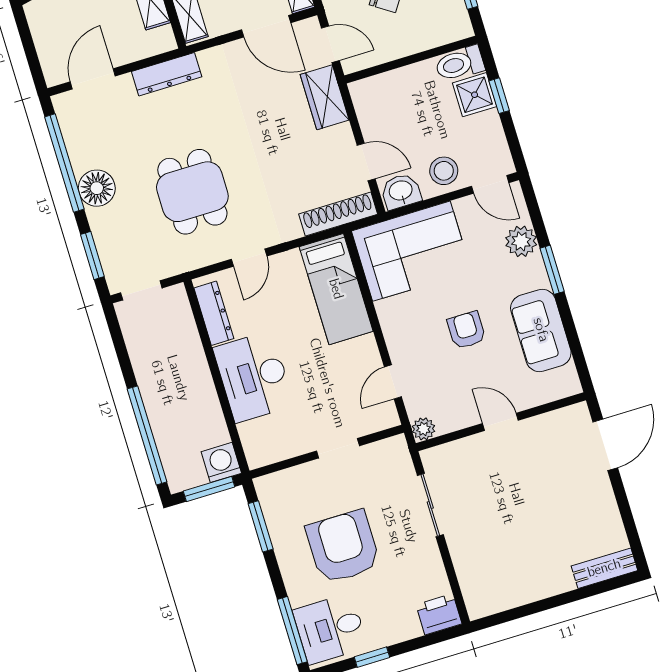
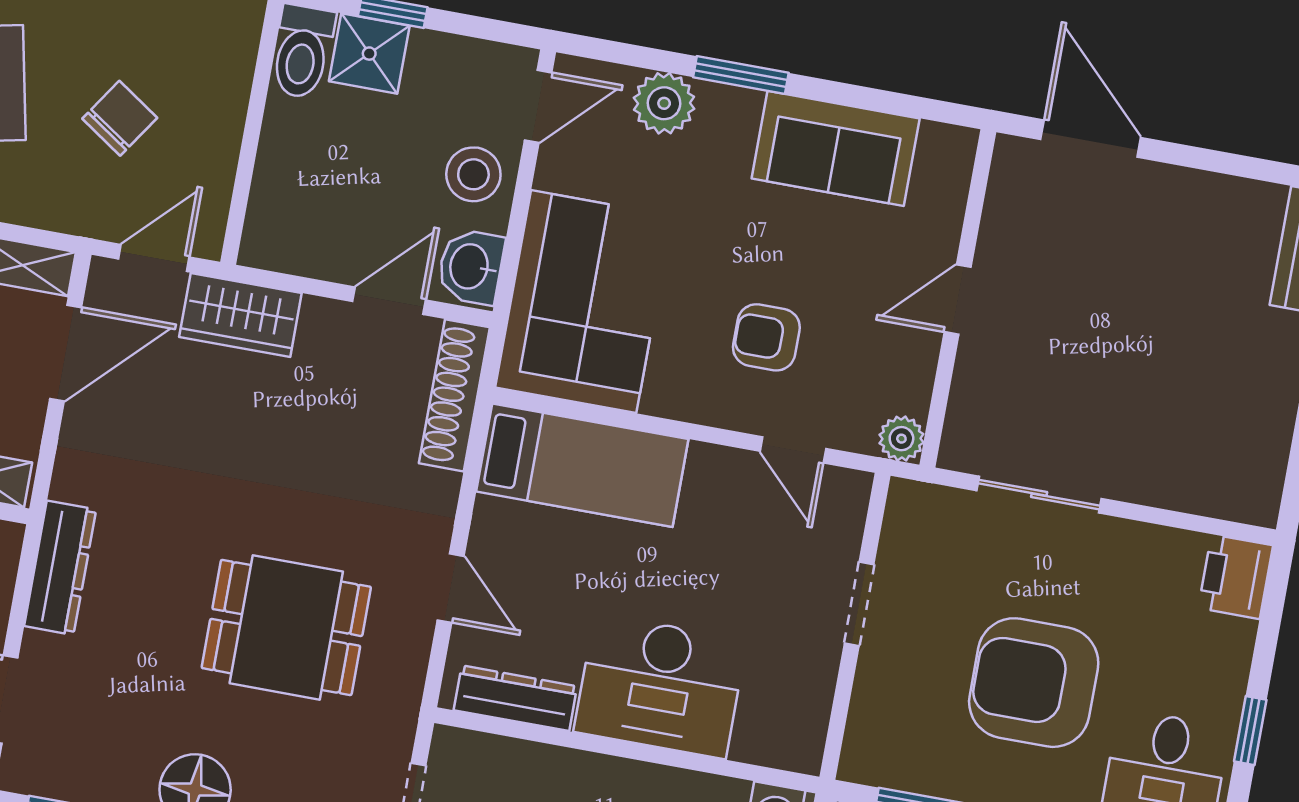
armchair: (466, 330) -> (766, 337), moved

